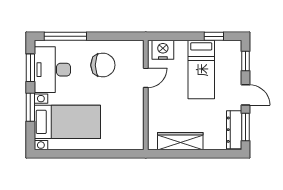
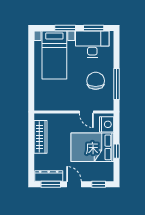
window: (65, 36) -> (117, 84), moved
window: (214, 36) -> (117, 151), moved
chair: (103, 65) -> (96, 81), turned 180
bed: (201, 70) -> (92, 147), width x1.50
door: (245, 95) -> (74, 184), swing flipped

